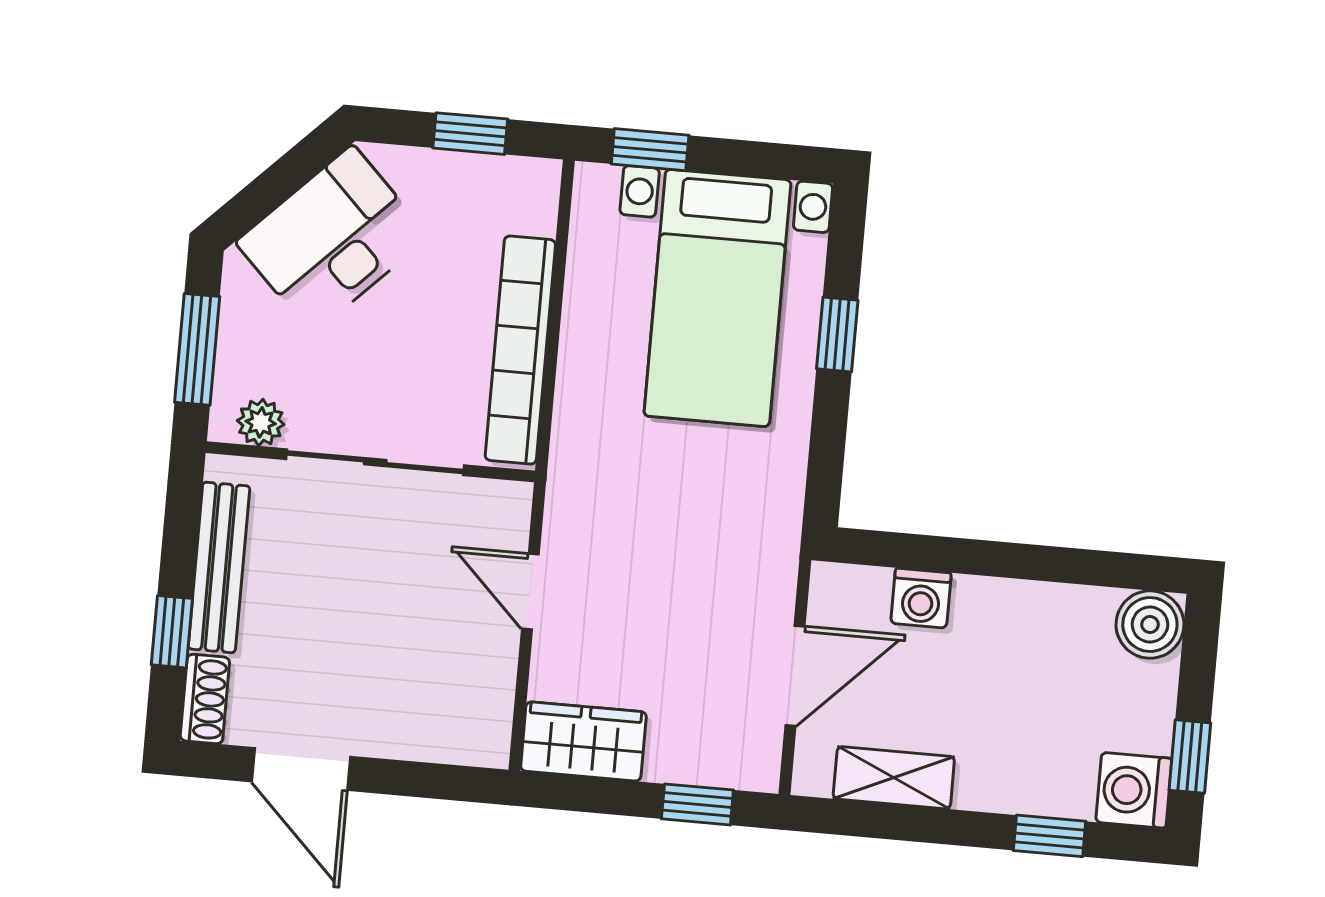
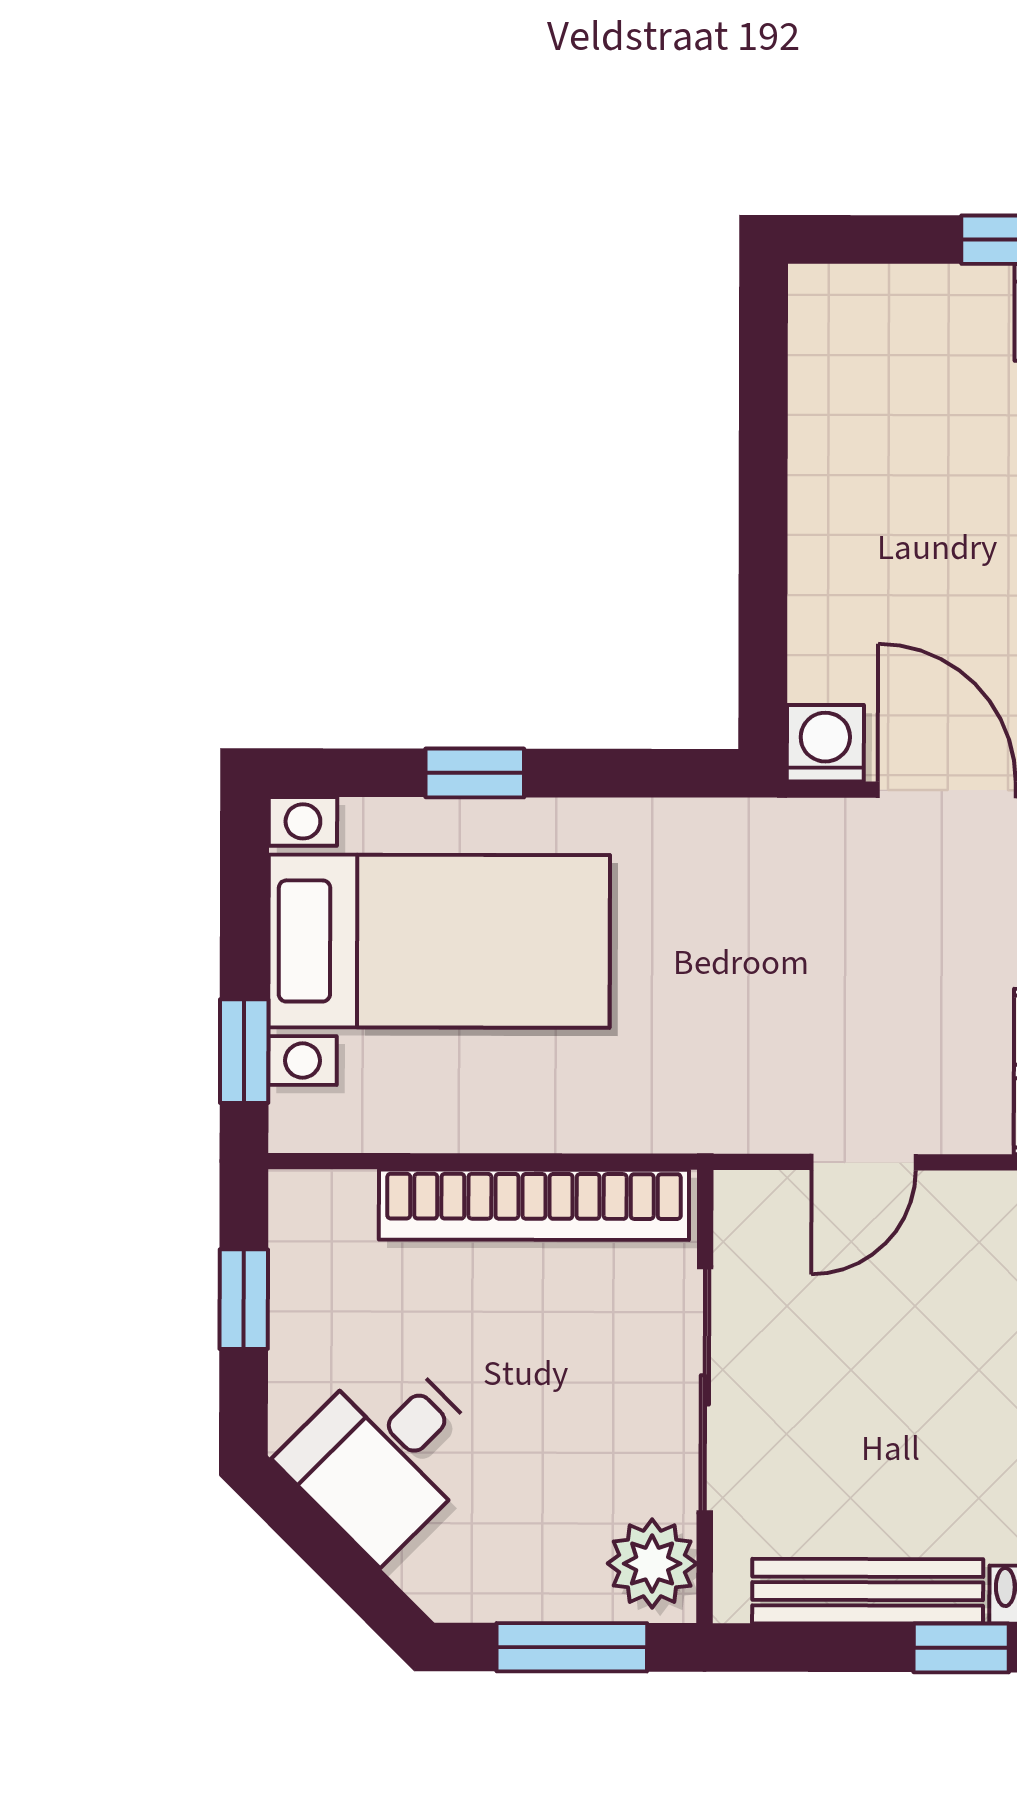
desk: (332, 239) -> (385, 1455), width x0.73
plant: (261, 422) -> (652, 1564), width x1.38, depth x1.38
washing machine: (921, 598) -> (825, 743), moved, turned -90
boiler: (1150, 624) -> (834, 310), removed

